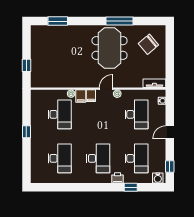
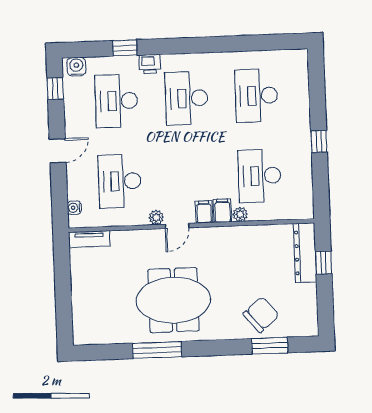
chair: (148, 44) -> (261, 315), moved
meeting table: (110, 48) -> (173, 300), turned 90
dresser: (36, 71) -> (305, 253), added

